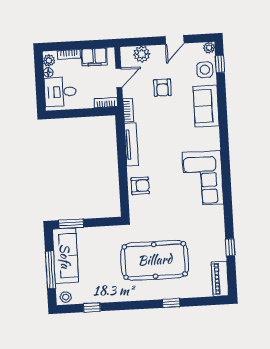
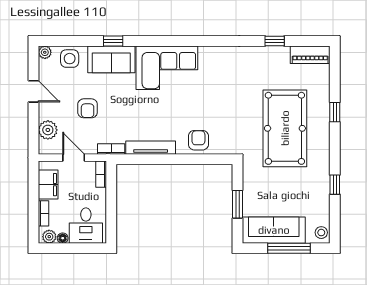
window: (220, 64) -> (113, 41), moved
armchair: (162, 88) -> (88, 108), turned 90
corner sofa: (203, 178) -> (167, 68), moved
window: (71, 224) -> (238, 204), moved
window: (92, 307) -> (335, 185), moved

